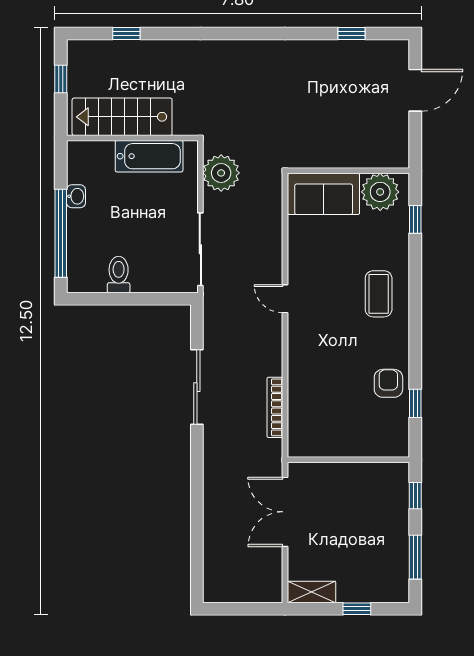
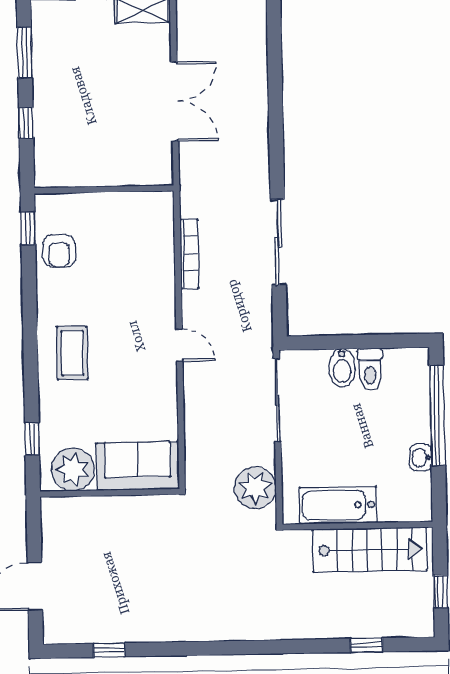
bidet: (143, 276) -> (342, 368), added
bookcase: (275, 407) -> (189, 254), moved
wall: (348, 460) -> (104, 189), moved

